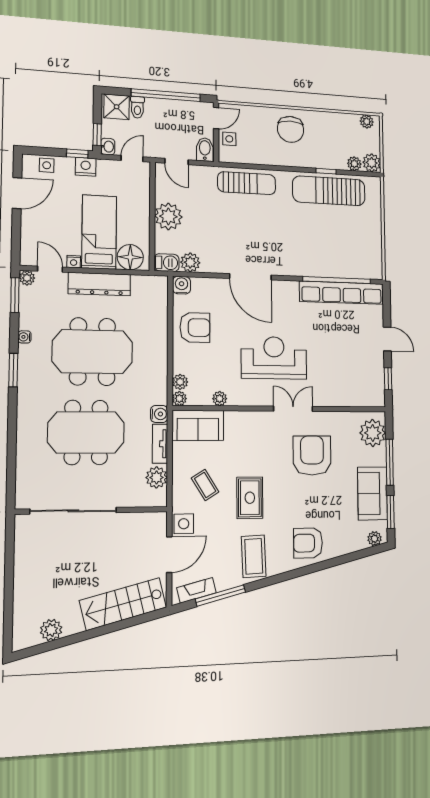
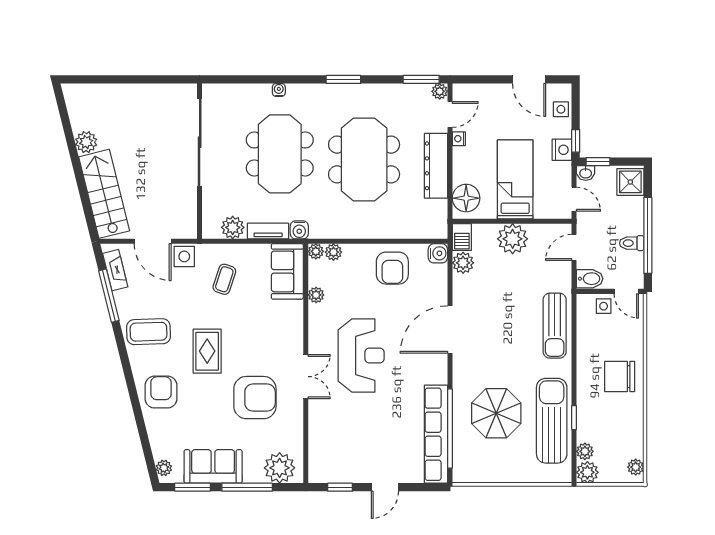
toilet: (137, 107) -> (632, 243), moved
bed: (99, 232) -> (515, 179), moved, turned -90
parasol: (323, 239) -> (496, 413), added
water cooler: (24, 337) -> (279, 90), moved
coffee table: (205, 485) -> (224, 279), turned -40
rug: (250, 498) -> (207, 351), moved, turned 90
plant: (51, 630) -> (86, 142), moved

